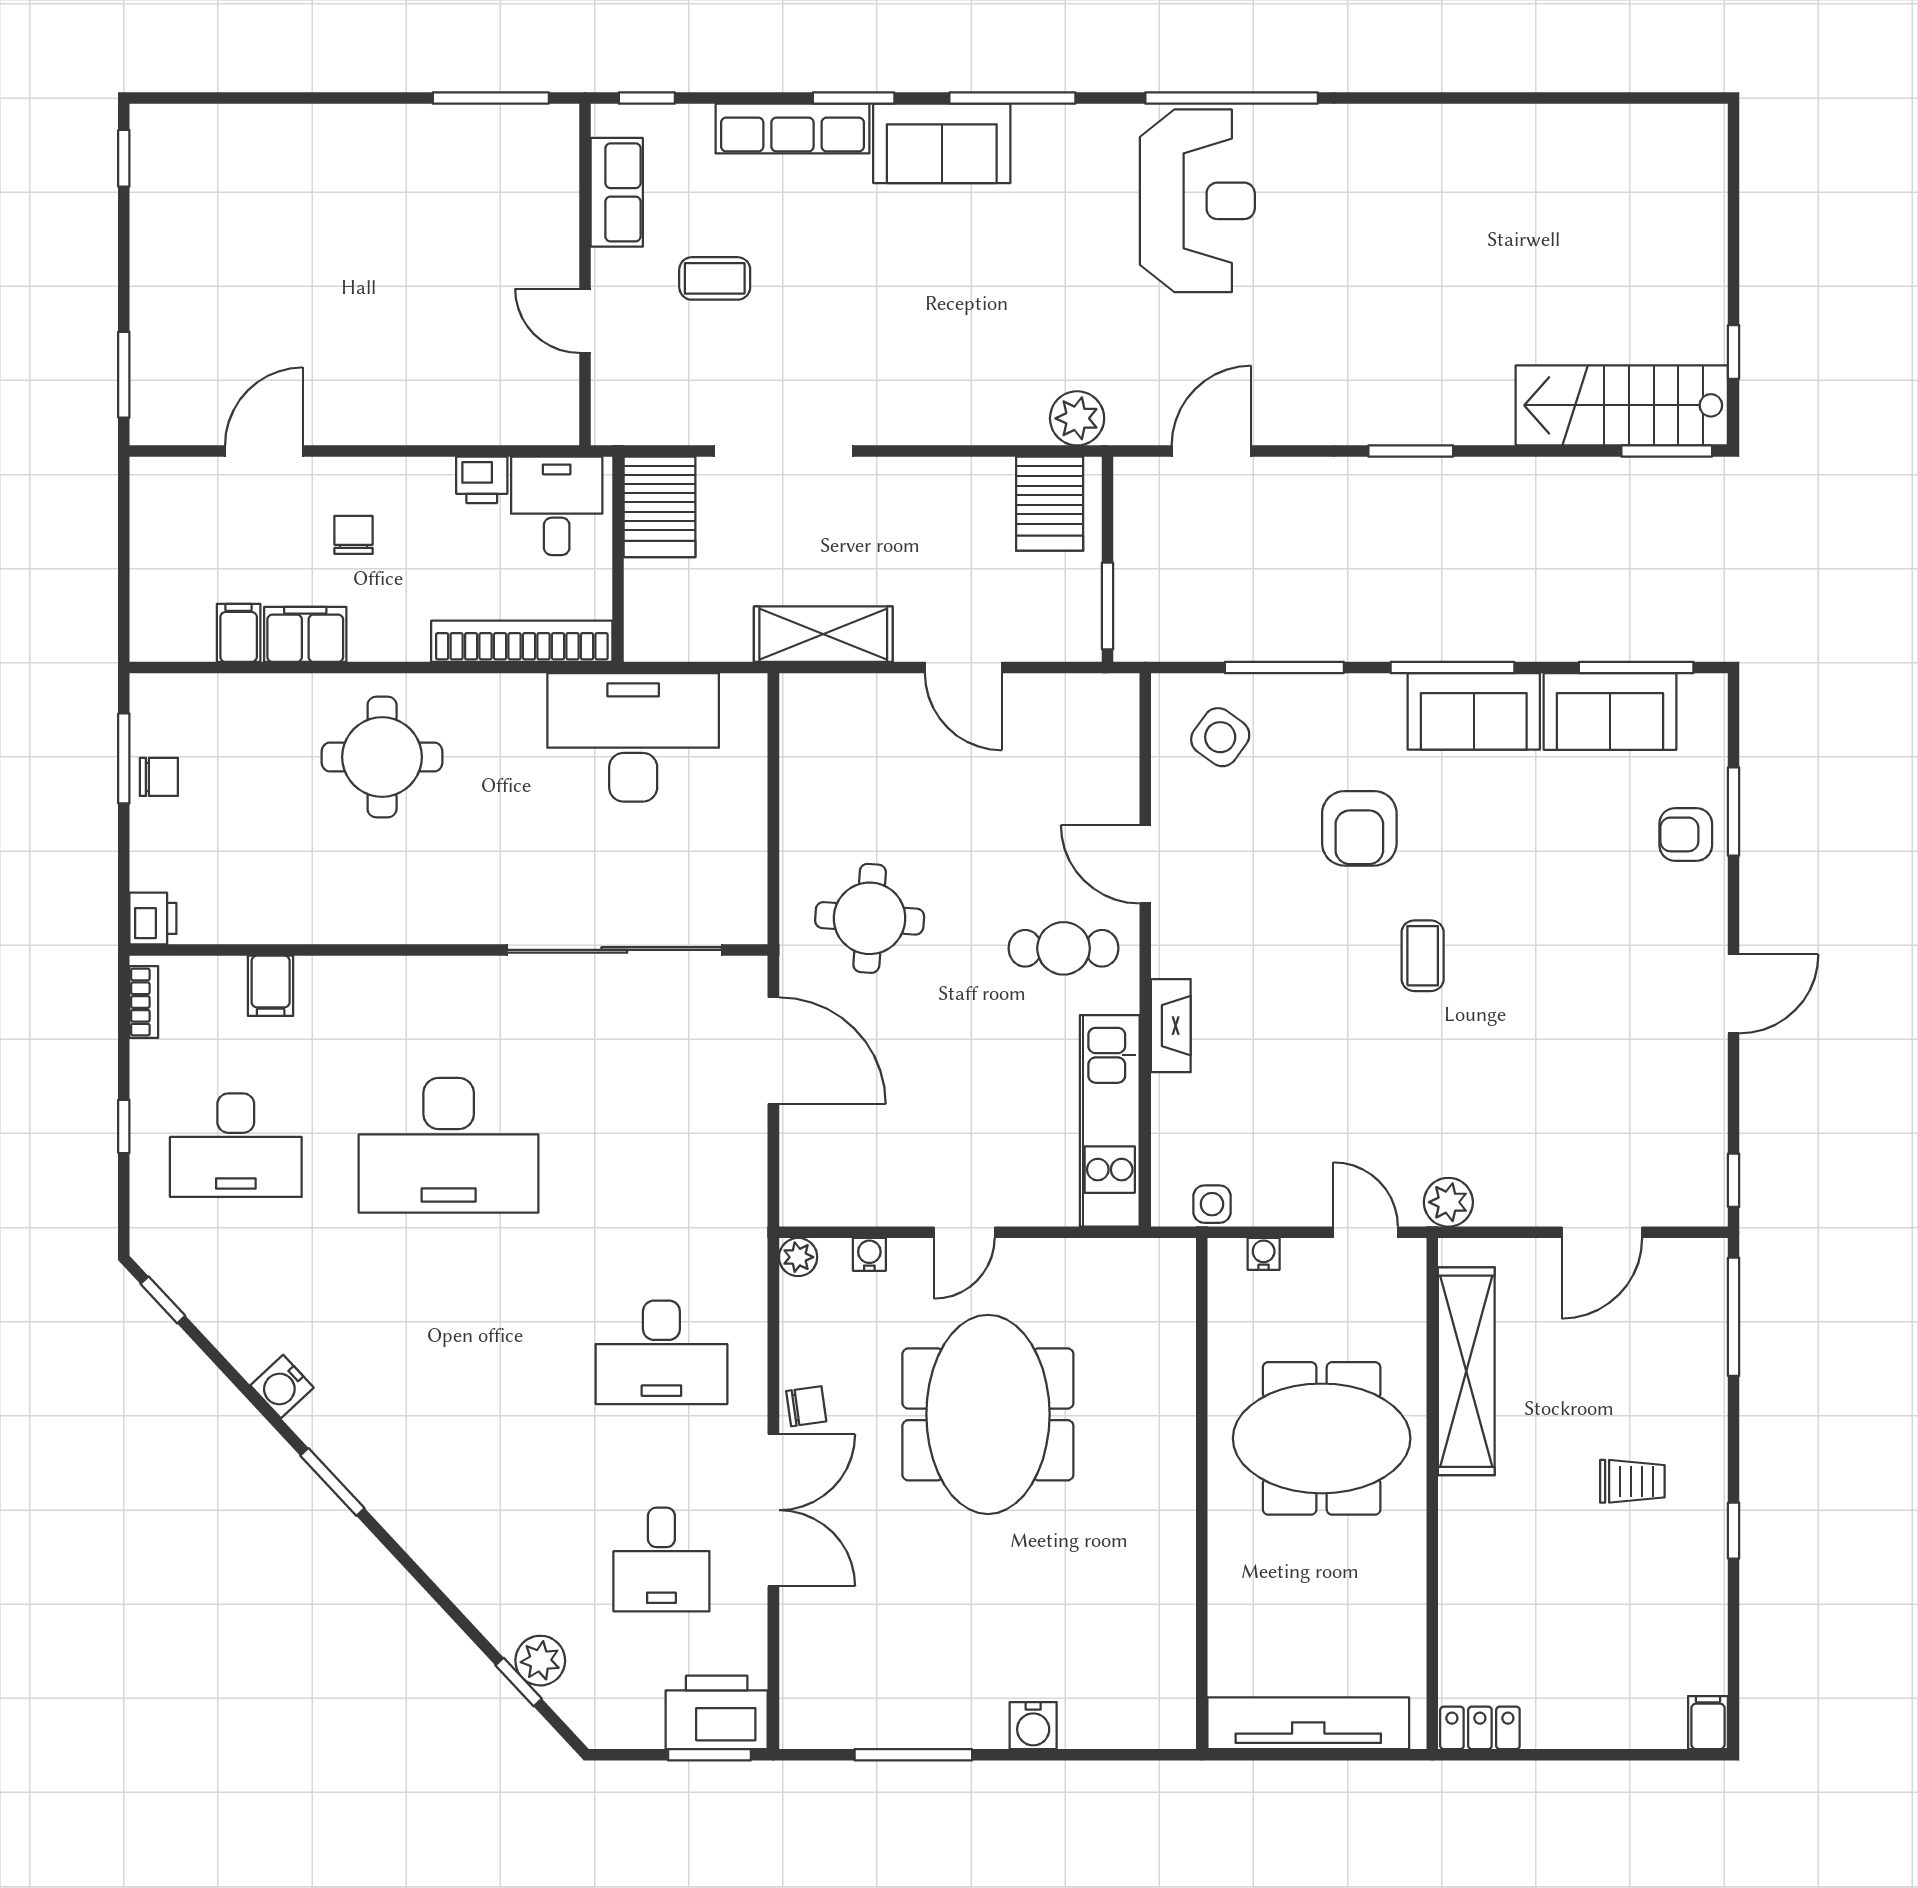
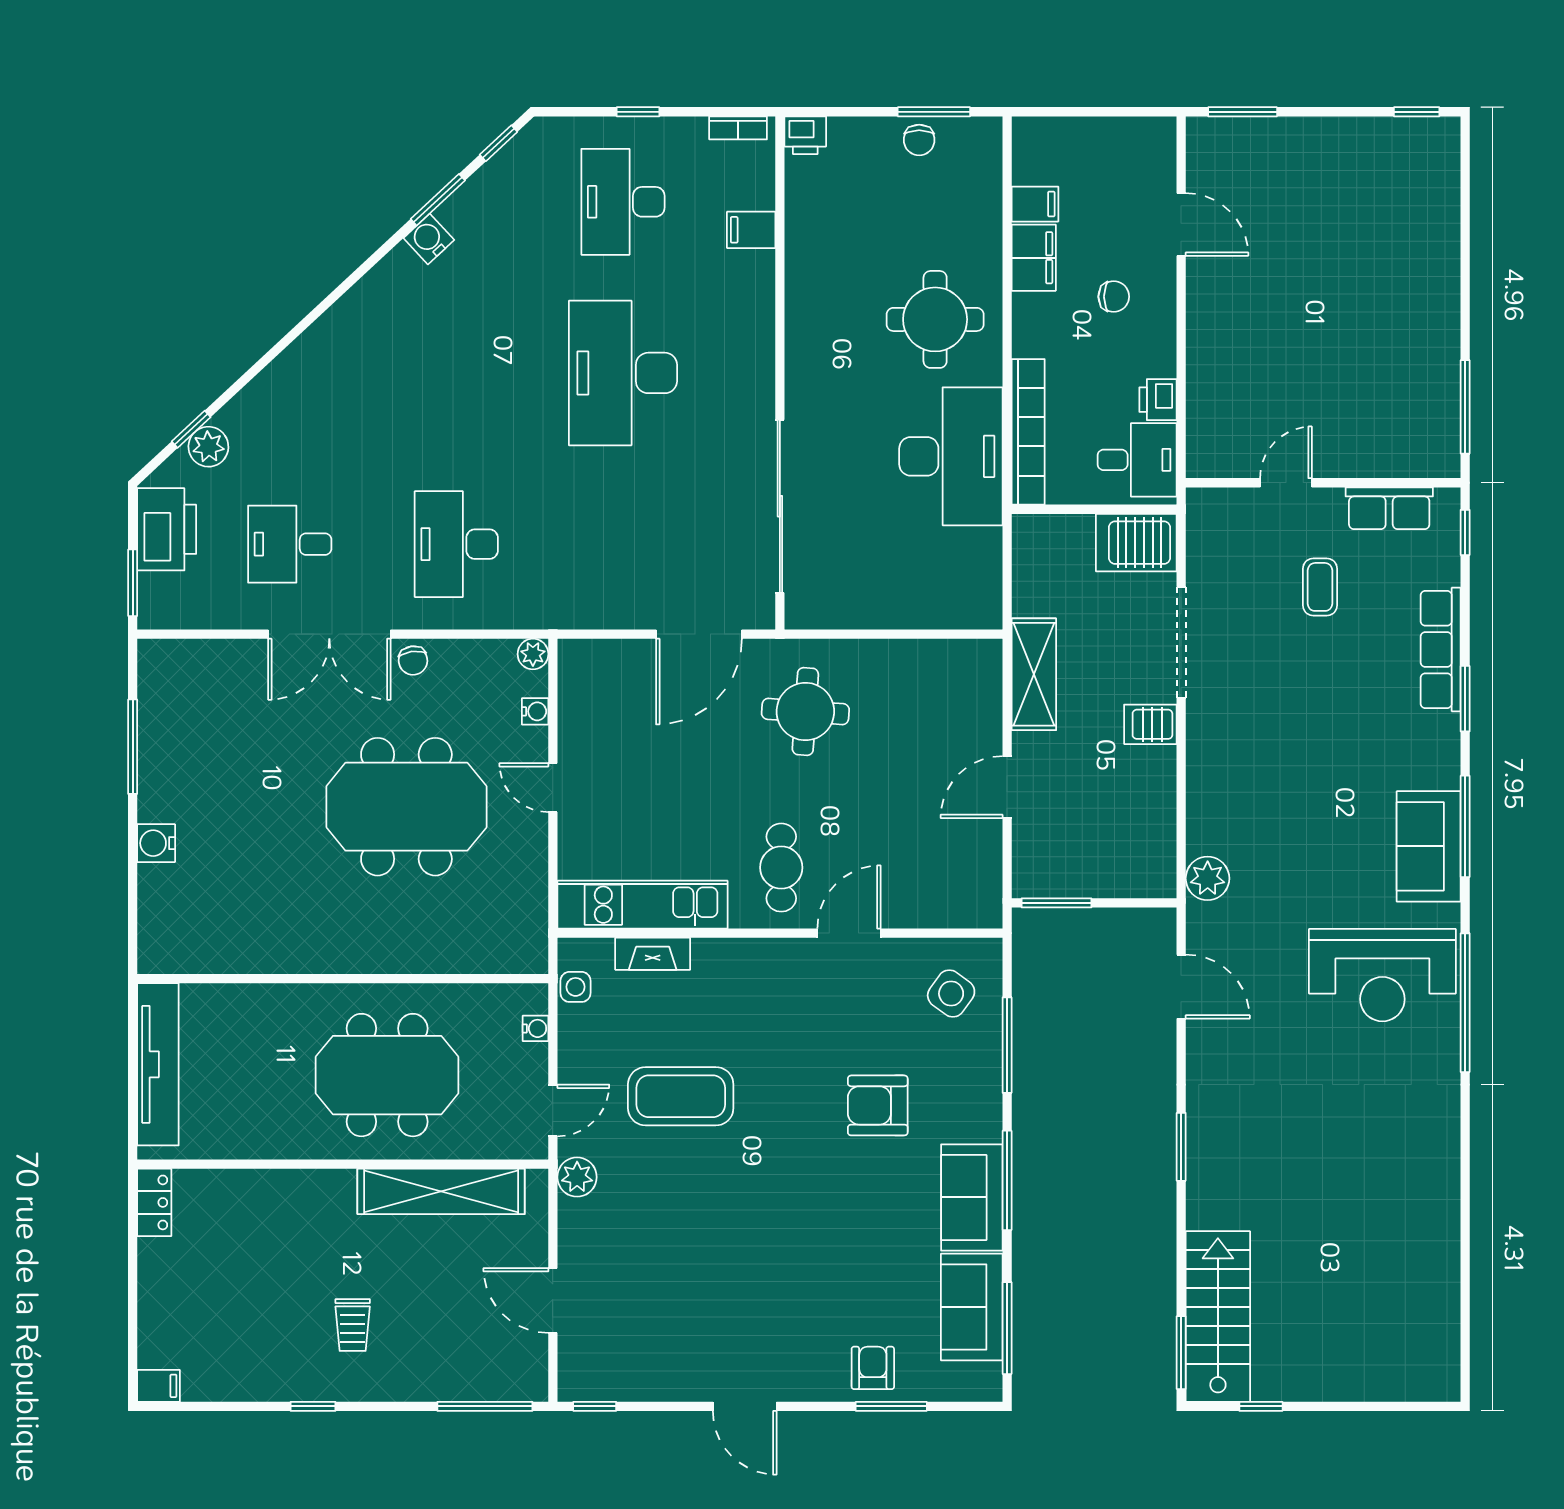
sofa: (942, 143) -> (1429, 846), moved
server rack: (1050, 504) -> (1150, 724), moved, width x0.73, depth x0.70
desk: (633, 737) -> (951, 456), moved
coffee table: (1423, 956) -> (681, 1096), moved, width x1.86, depth x1.72
fireplace: (1171, 1026) -> (653, 954), moved
meeting table: (1322, 1438) -> (387, 1075), turned 90
window: (332, 1482) -> (438, 200), moved
printer: (717, 1712) -> (167, 529), moved

